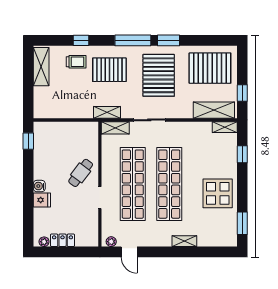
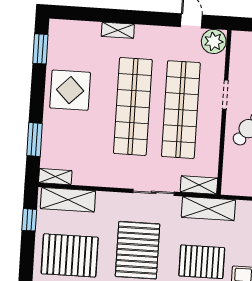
shelving: (107, 112) -> (208, 209), width x1.50, depth x1.33
window: (242, 154) -> (34, 140), width x1.50
plant: (111, 242) -> (214, 41), width x1.87, depth x1.87

